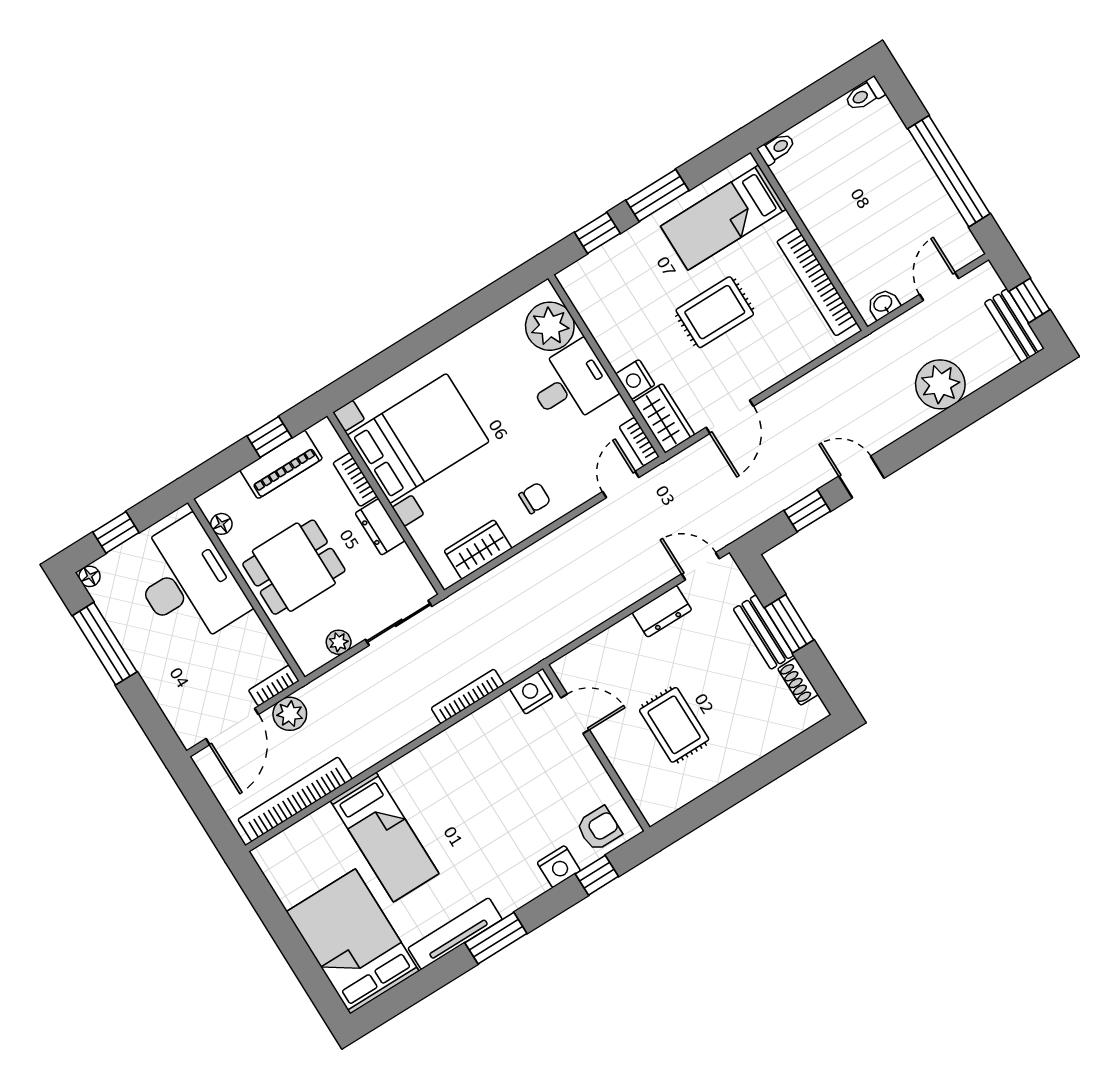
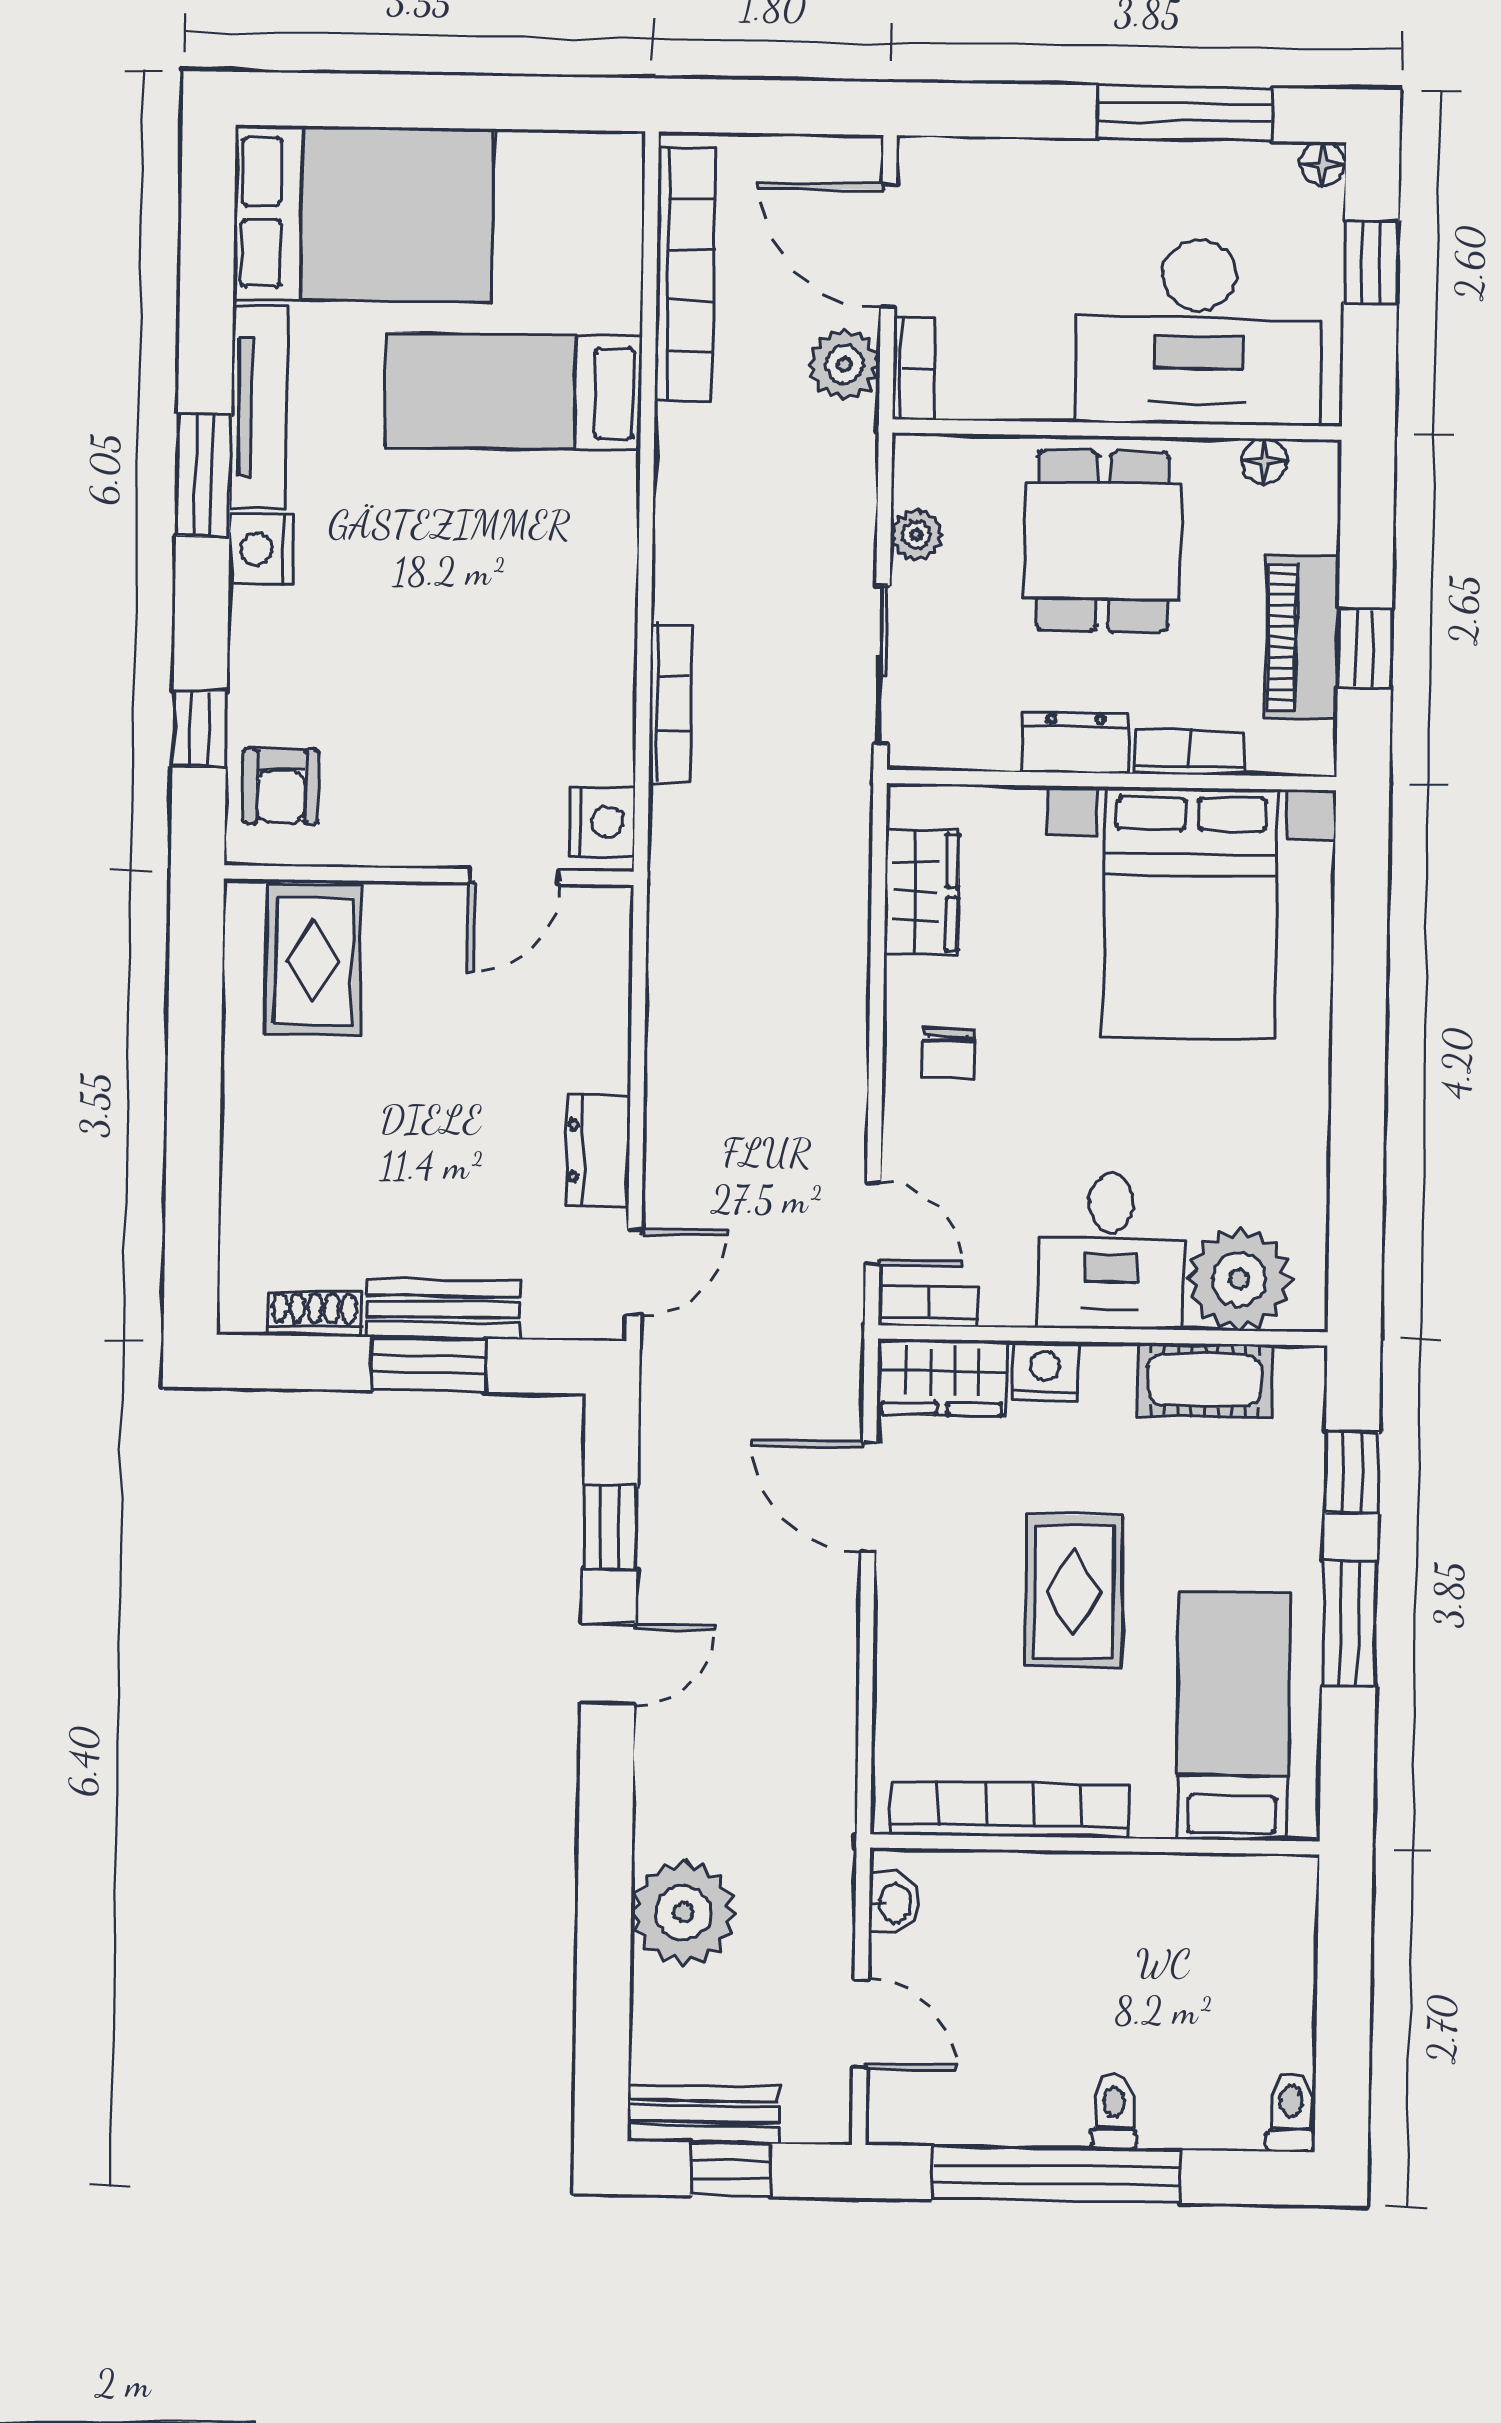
toilet: (777, 149) -> (1114, 2112), moved, turned 180
cot: (598, 314) -> (1205, 1380), added
rug: (674, 725) -> (314, 960), moved, turned 90
nightstand: (559, 867) -> (261, 549), moved

